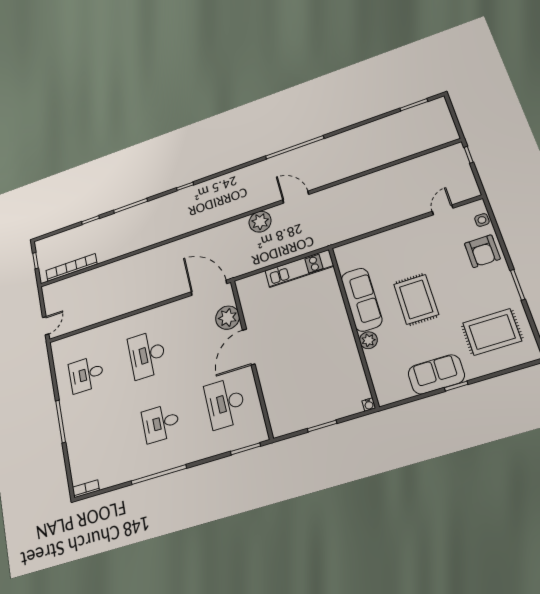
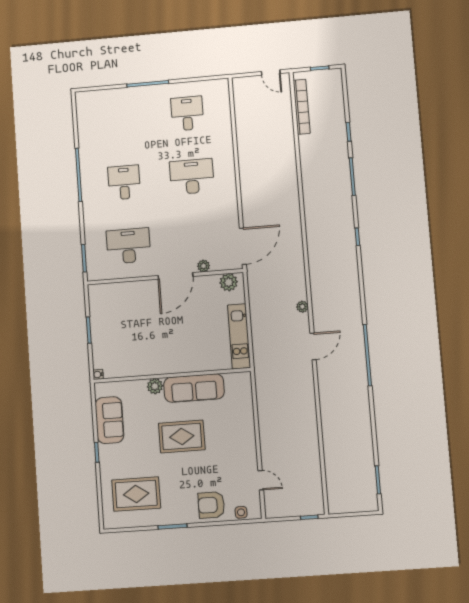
plant: (260, 222) -> (302, 307), width x0.53, depth x0.53
plant: (247, 292) -> (229, 282), added
plant: (228, 318) -> (204, 266), width x0.53, depth x0.53
door: (46, 326) -> (271, 73), moved
rug: (492, 332) -> (136, 494), turned 90
door: (249, 347) -> (175, 276), swing flipped
sofa: (436, 374) -> (109, 420), moved
bookcase: (86, 489) -> (80, 104), removed

